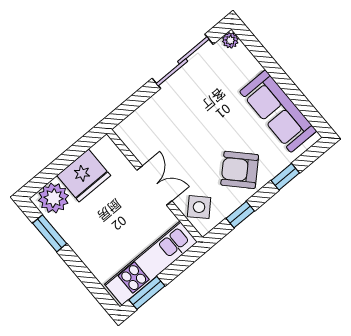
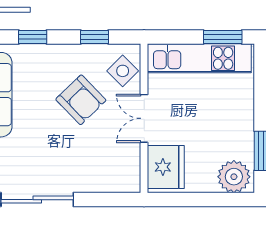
armchair: (240, 170) -> (81, 100), moved
fridge: (84, 175) -> (166, 167), moved, turned 90

